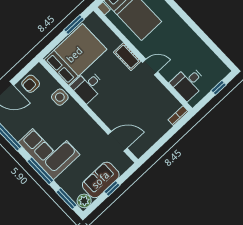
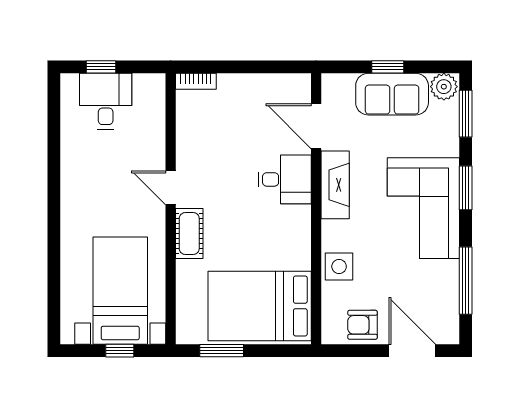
desk: (188, 83) -> (106, 101), moved, turned -90
armchair: (31, 84) -> (362, 325), turned 180
desk: (88, 86) -> (285, 179), moved
fireplace: (90, 126) -> (335, 185), added
window: (40, 171) -> (466, 188), width x0.69

